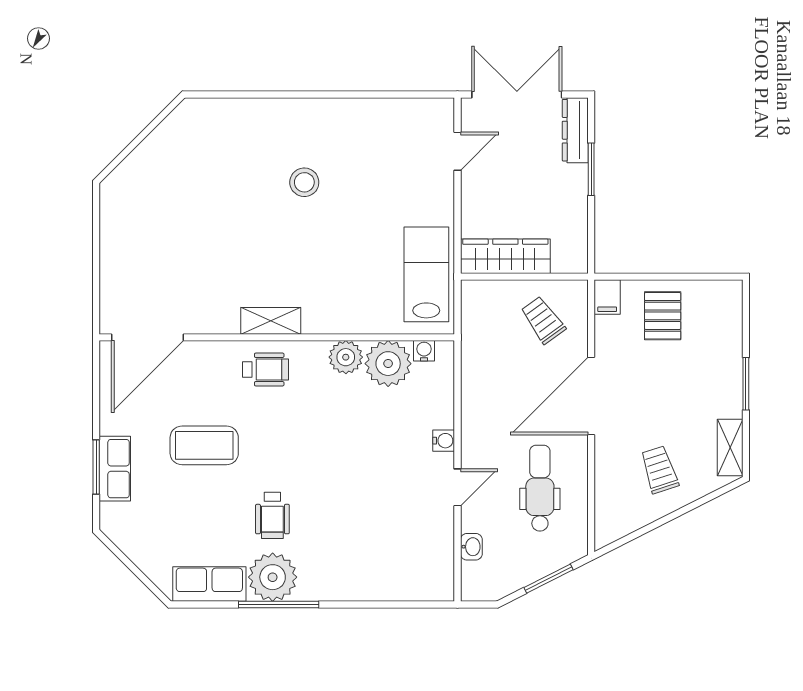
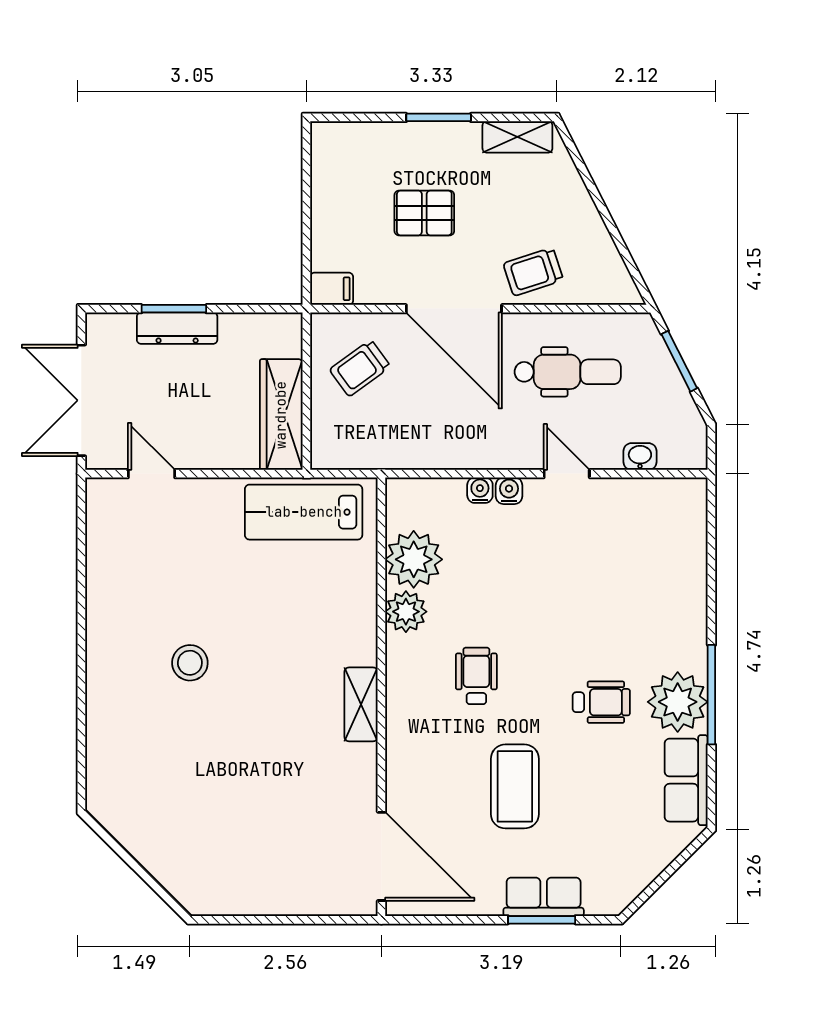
dresser: (575, 130) -> (177, 328), moved
pallet: (663, 316) -> (424, 213), moved
water cooler: (424, 351) -> (480, 490), moved, turned 90
wheelchair: (266, 369) -> (476, 676), moved
trolley: (659, 470) -> (533, 272), moved
dental chair: (540, 488) -> (568, 372), turned 180

